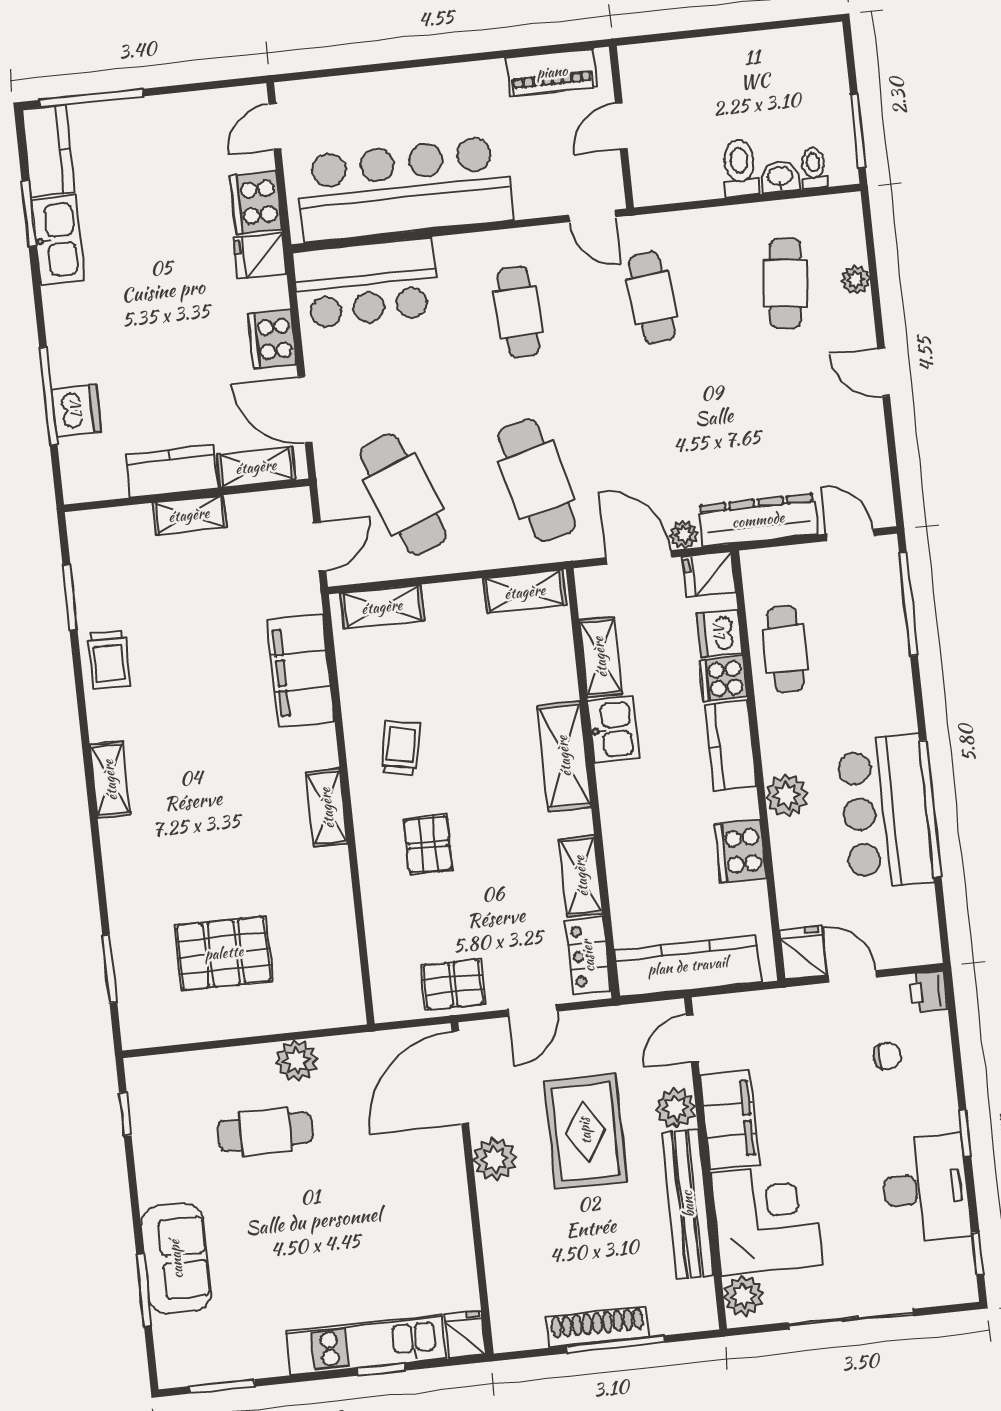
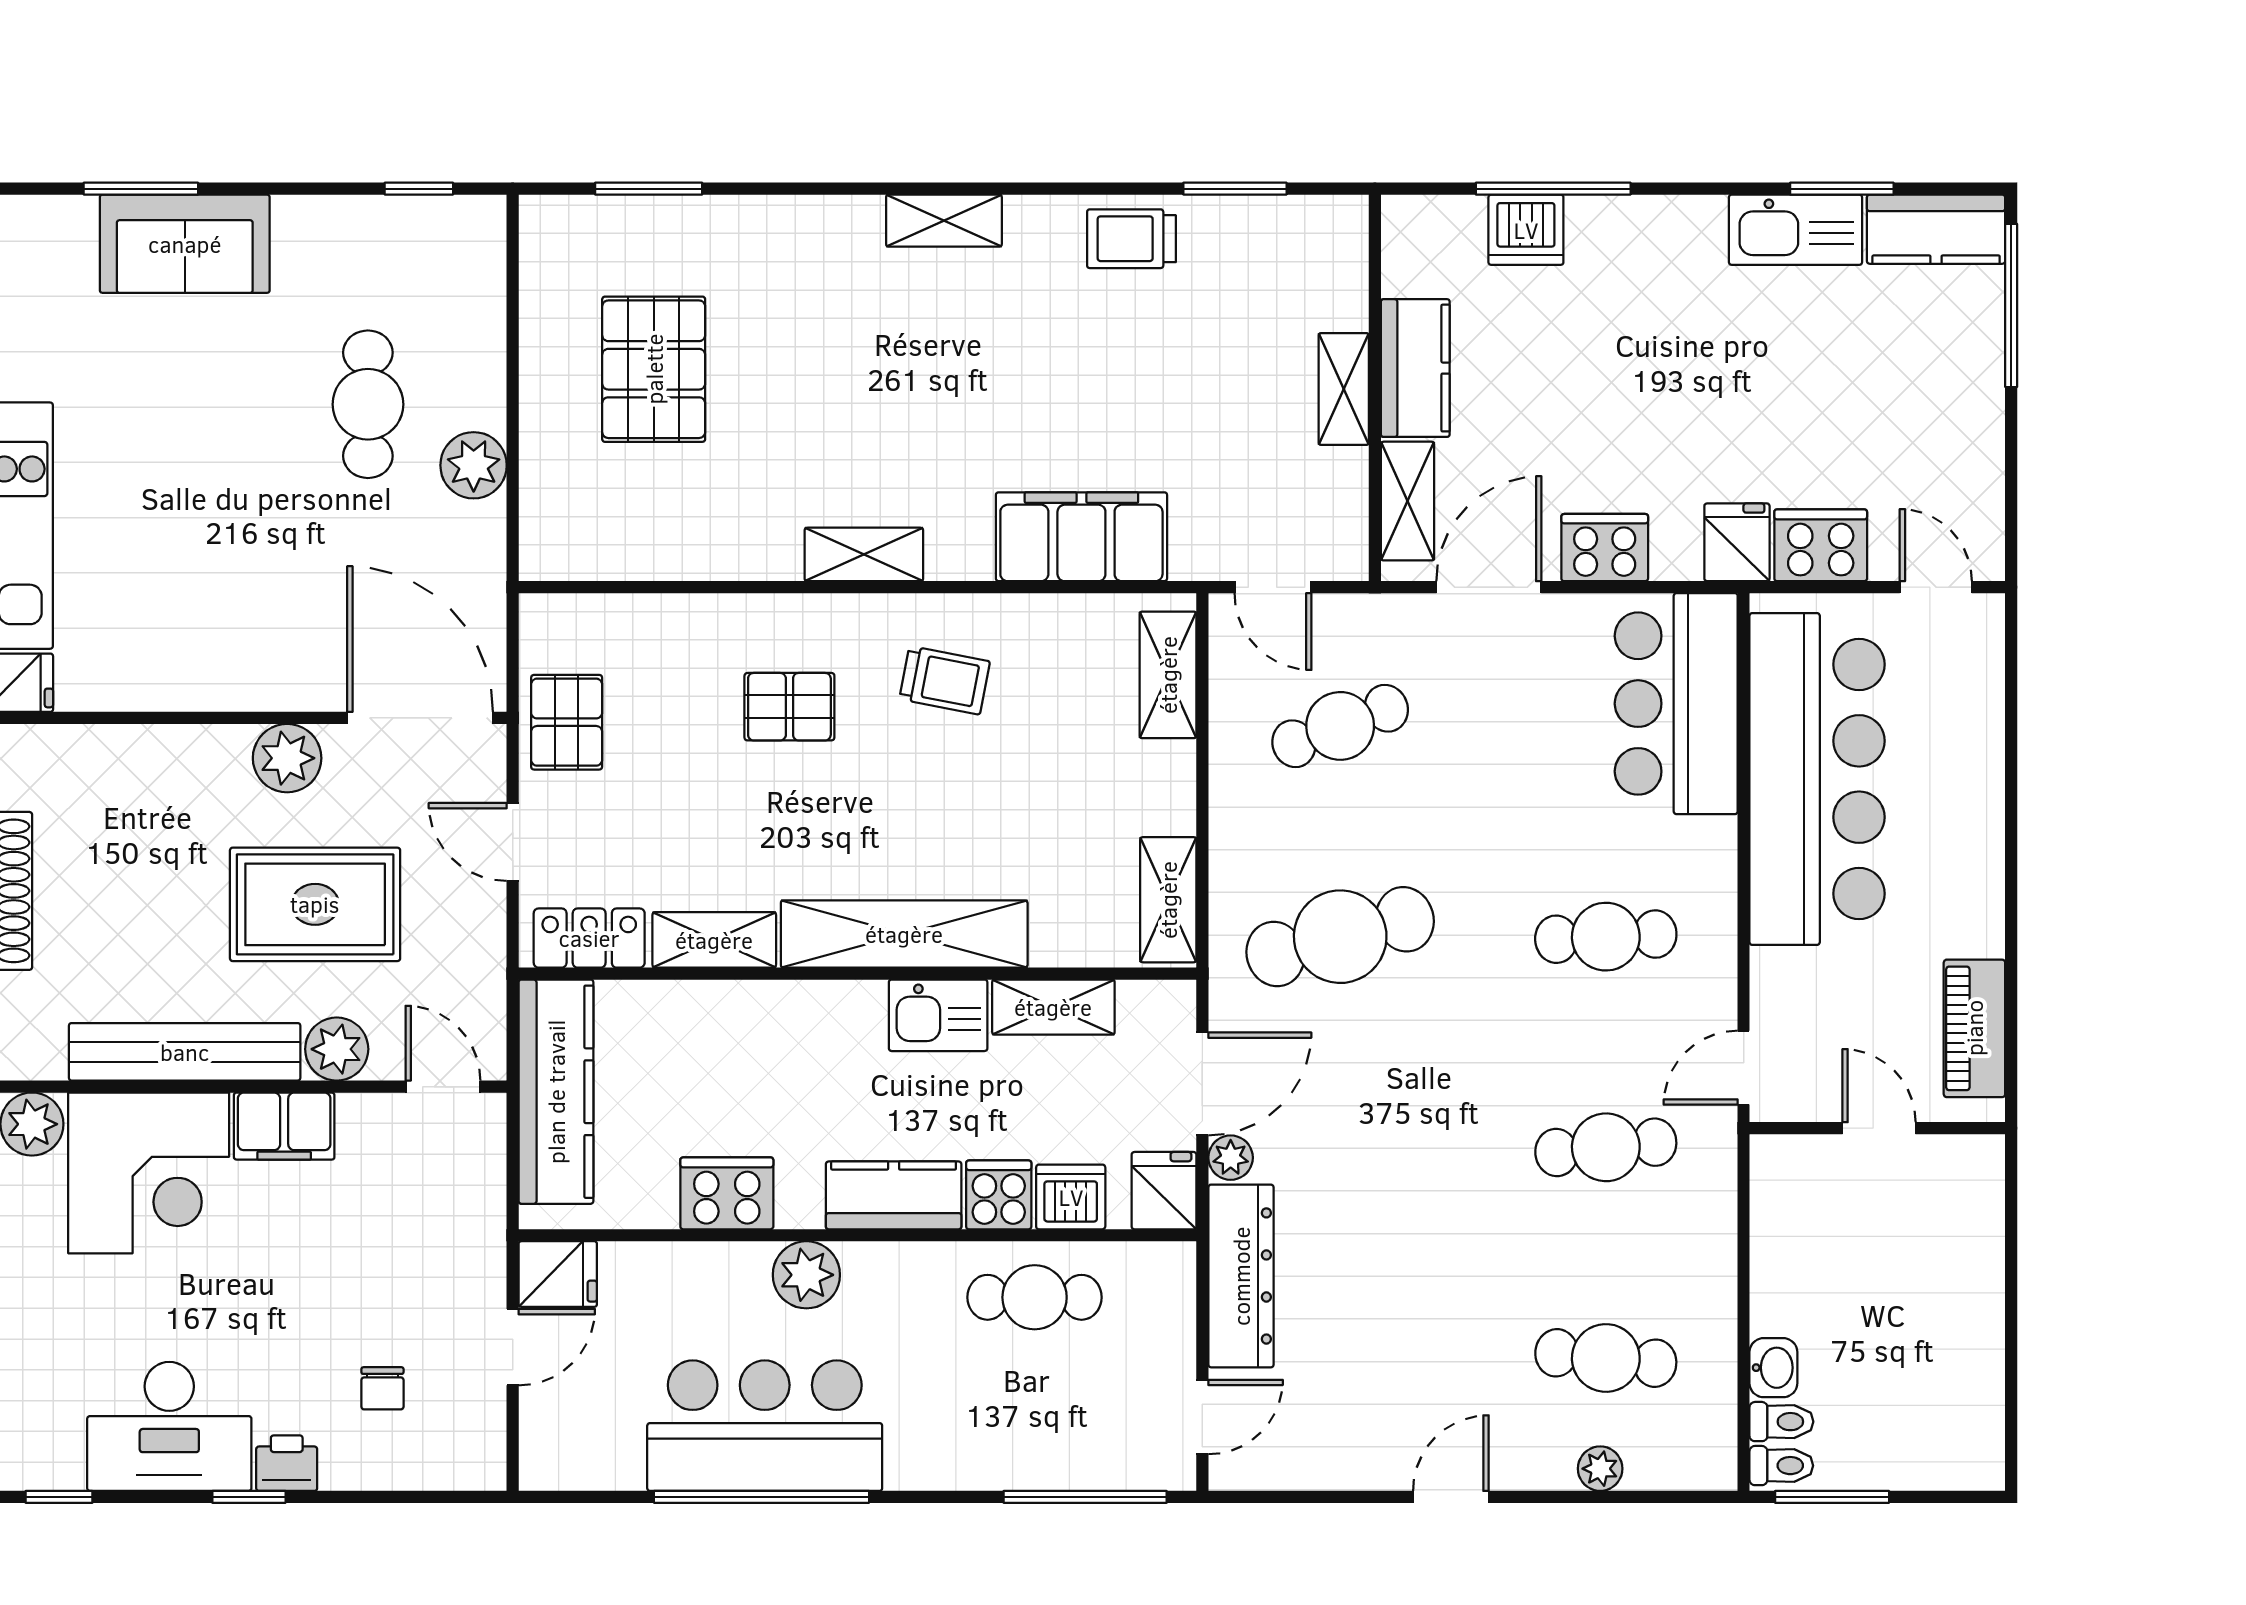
toilet: (740, 168) -> (1781, 1466), moved, width x0.73, depth x0.72
cafe table: (403, 494) -> (1340, 726), width x0.73, depth x0.74
shelving: (564, 756) -> (904, 934), width x1.47
printer: (928, 992) -> (287, 1463), moved
filing cabinet: (730, 1120) -> (284, 1126), width x0.67, depth x0.86

